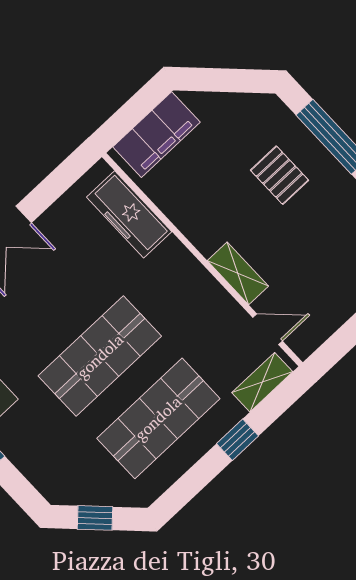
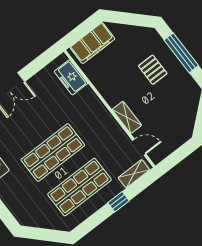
freezer: (129, 214) -> (71, 77), width x0.71
window: (95, 518) -> (43, 234), removed

